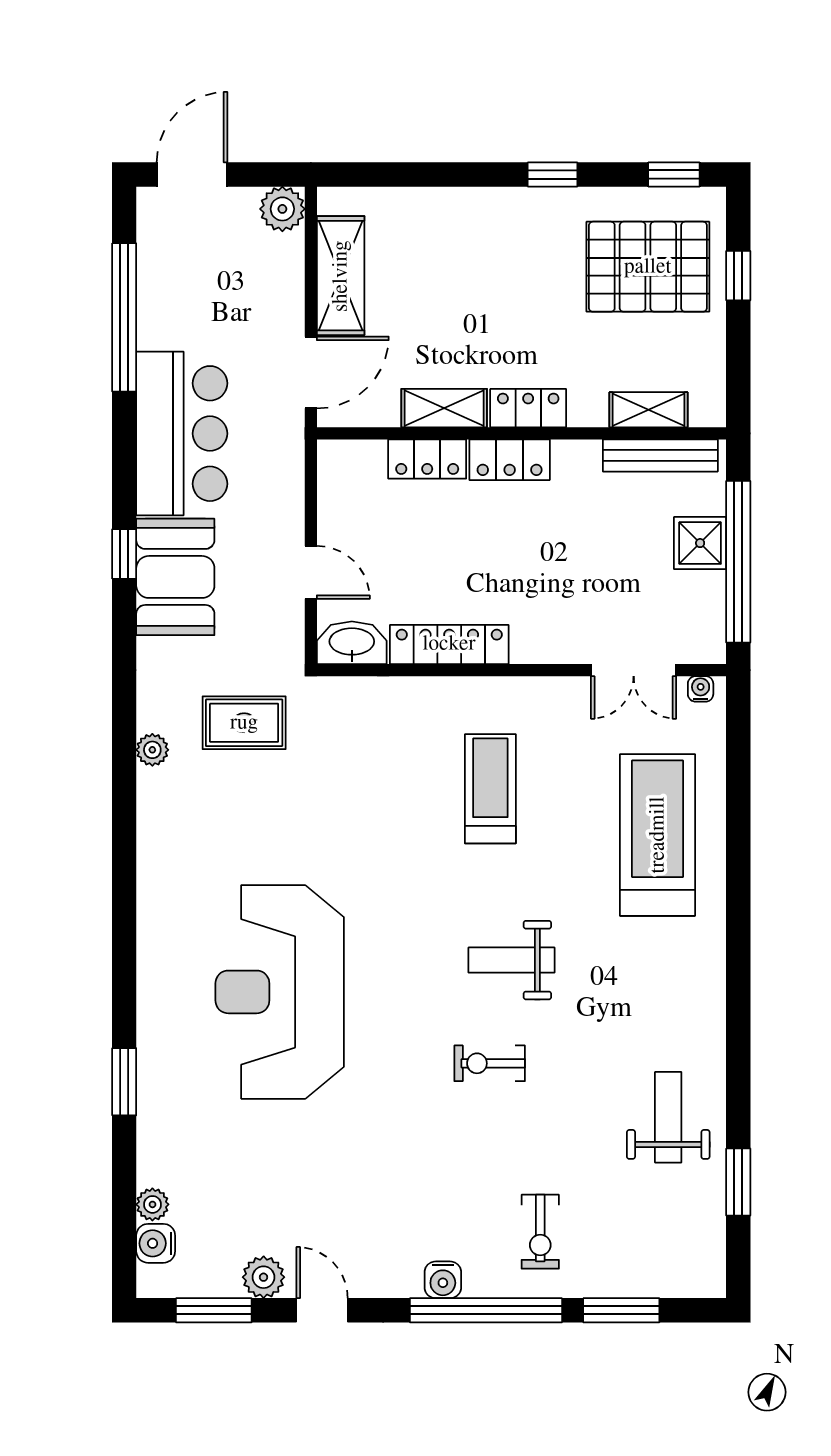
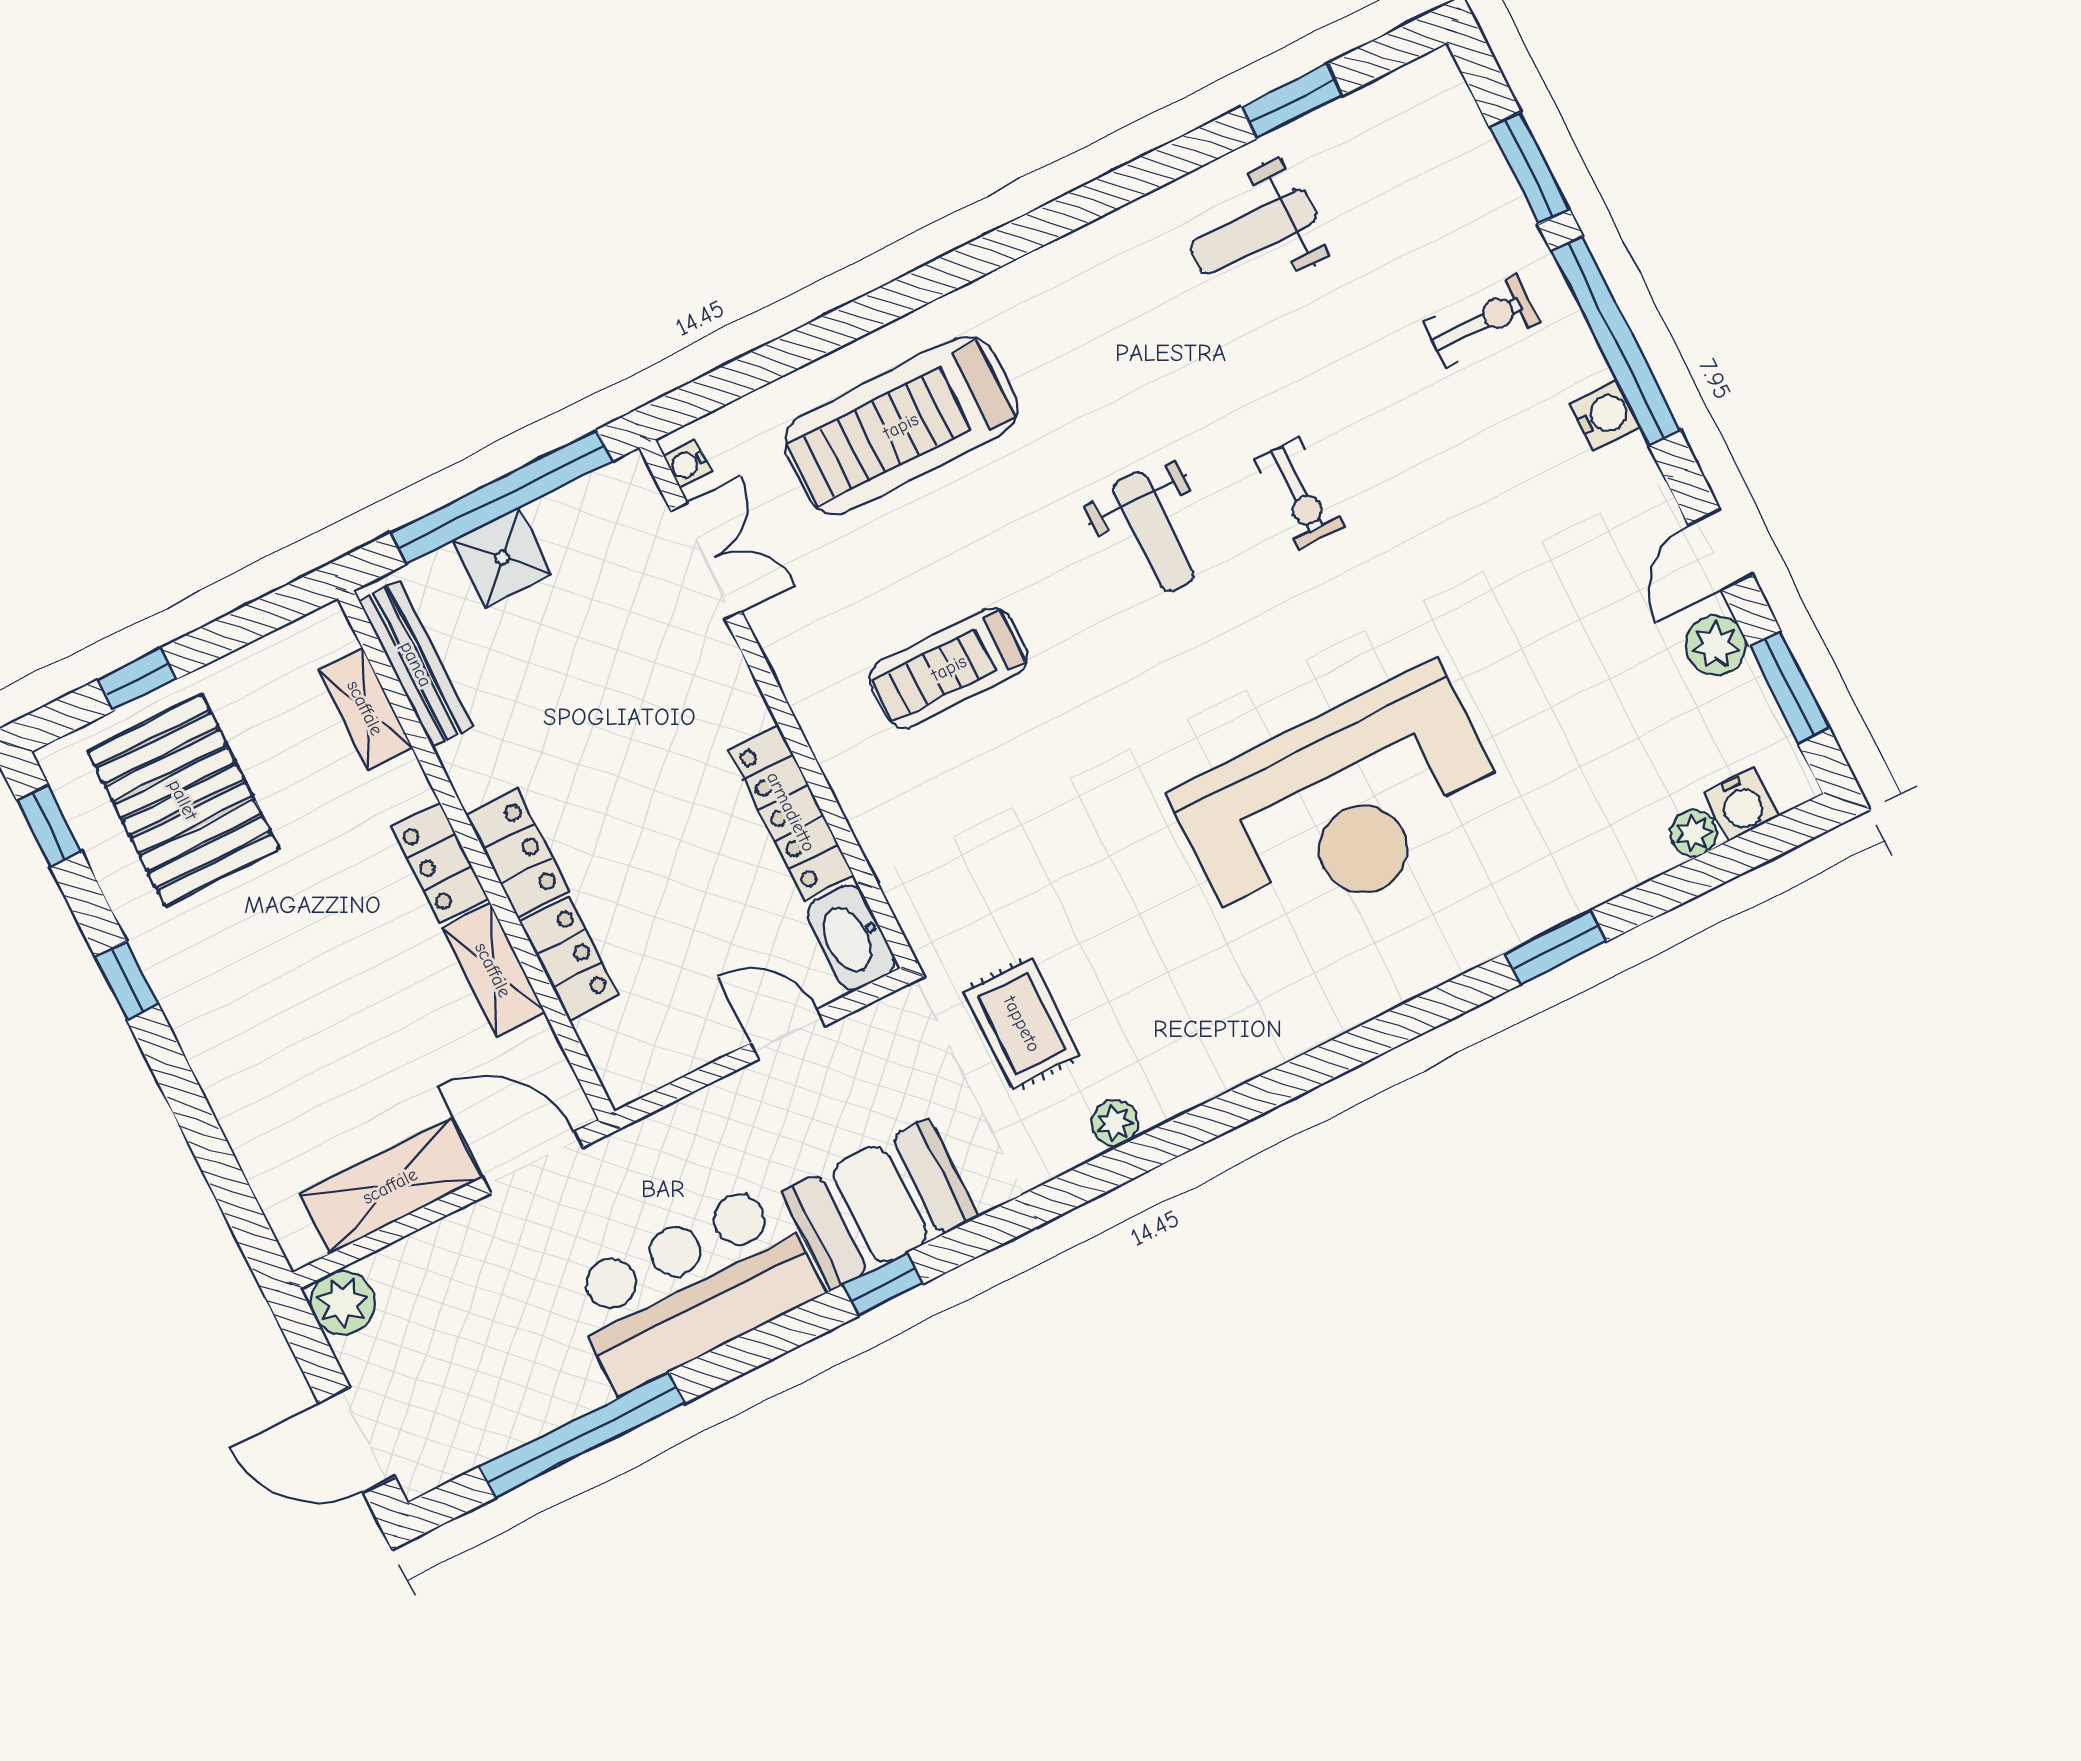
door: (311, 572) -> (788, 1035), hinge flipped

